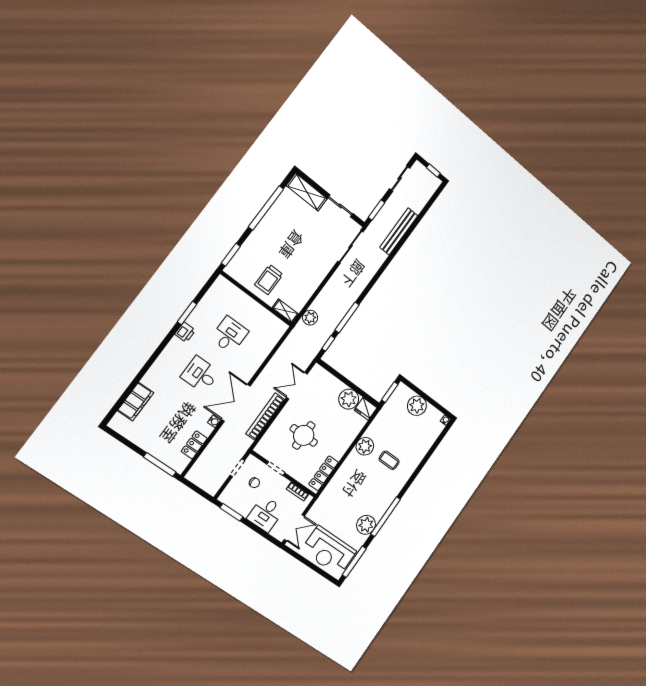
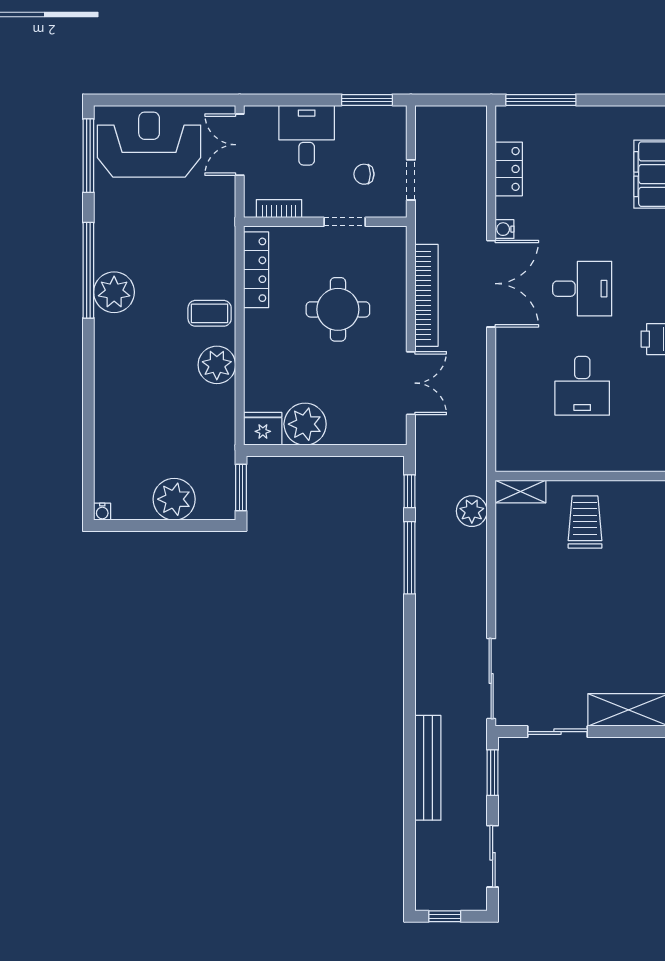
coffee table: (389, 460) -> (210, 313), moved
plant: (366, 525) -> (114, 292), moved

